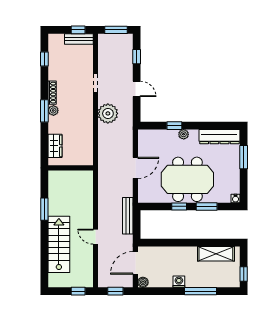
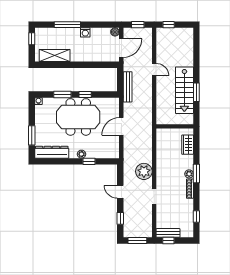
stairs: (59, 244) -> (184, 90), moved

